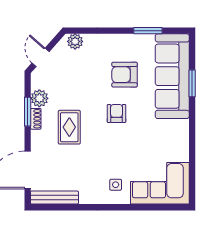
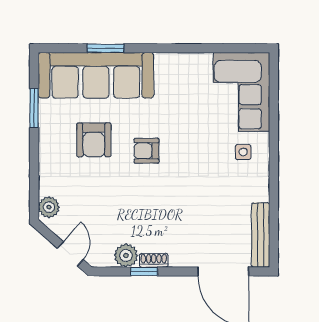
door: (41, 57) -> (70, 254), swing flipped
window: (28, 112) -> (144, 271), width x0.67
rug: (69, 127) -> (165, 215), removed

